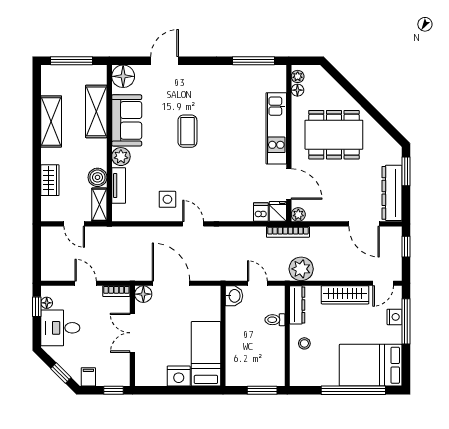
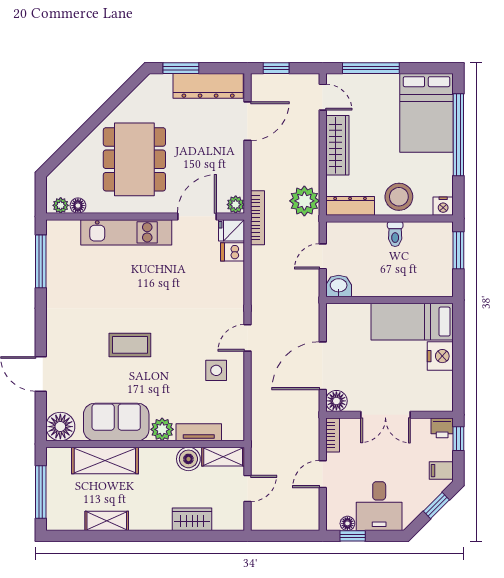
shelving: (51, 121) -> (107, 521), width x0.67, depth x0.75
nightstand: (394, 317) -> (443, 206), moved, turned 180
toilet: (275, 320) -> (395, 234), moved
stool: (304, 343) -> (399, 197), width x1.89, depth x1.89
printer: (122, 378) -> (442, 428), added

